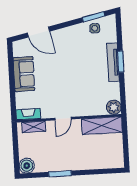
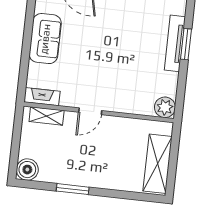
shelving: (102, 126) -> (158, 164), moved, turned 90

